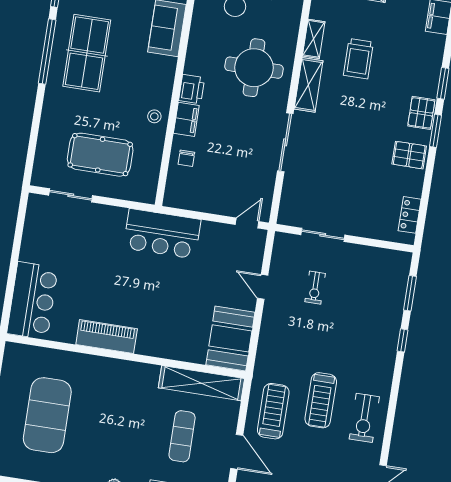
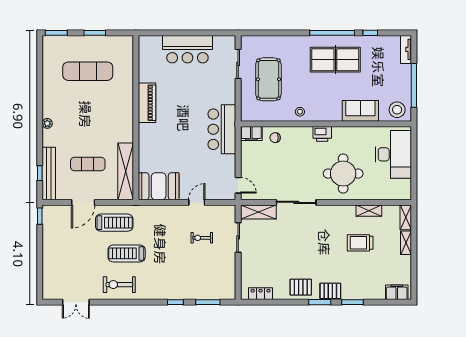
shelving: (308, 85) -> (258, 212), moved
filing cabinet: (186, 119) -> (251, 134), moved
pallet: (409, 155) -> (301, 287), turned 90
bar counter: (32, 301) -> (187, 49), moved
exercise mat: (47, 415) -> (88, 71), width x0.68

